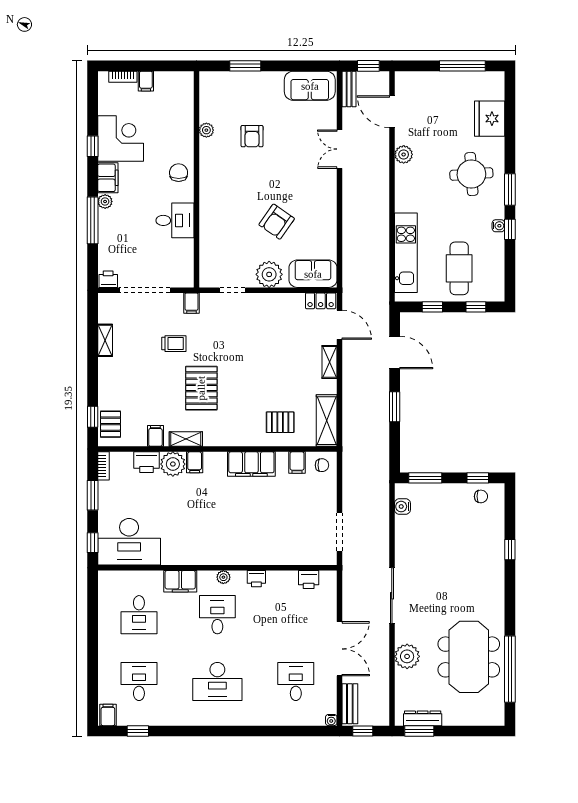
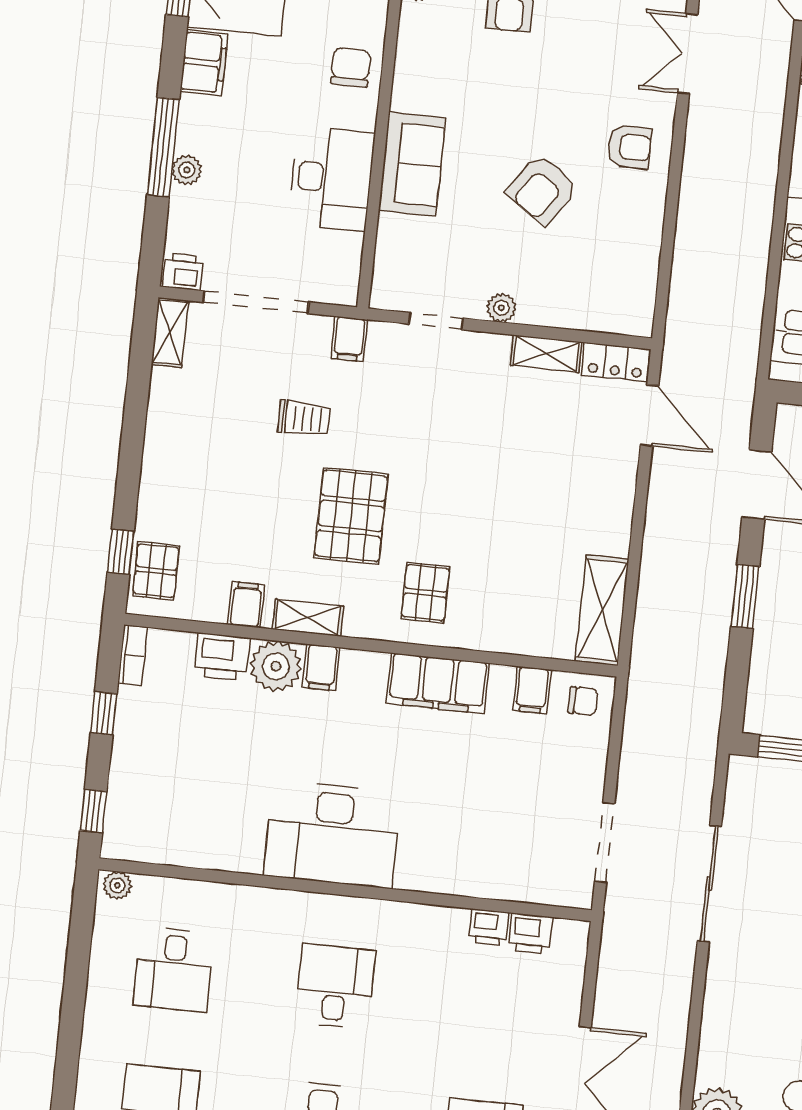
armchair: (316, 197) -> (629, 147), added
plant: (105, 201) -> (187, 170), moved
desk: (175, 220) -> (332, 178), width x1.37
plant: (269, 274) -> (501, 308), width x0.53, depth x0.53
sofa: (313, 274) -> (412, 164), moved, turned 90
shelving: (105, 340) -> (170, 332), moved
shelving: (330, 362) -> (546, 354), moved, turned 90
pallet: (280, 422) -> (425, 593), moved, turned 90
window: (93, 495) -> (104, 713), width x0.67
water cooler: (402, 507) -> (740, 804), removed
desk: (129, 542) -> (332, 834), moved
plant: (223, 577) -> (117, 885), moved
printer: (256, 579) -> (489, 927), moved
filing cabinet: (180, 581) -> (266, 909), removed
sliding door: (392, 596) -> (709, 884), moved

